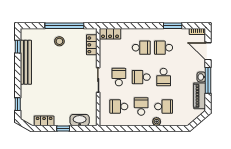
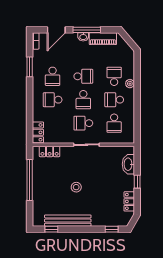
stool: (59, 41) -> (76, 187), moved
school desk: (141, 48) -> (53, 100), turned -90

